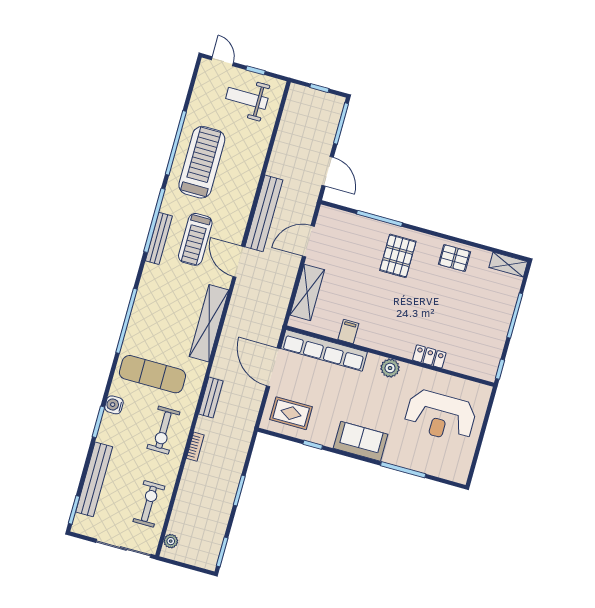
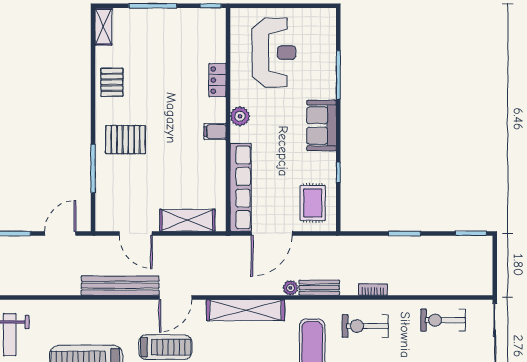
filing cabinet: (348, 332) -> (215, 132), moved
exercise bike: (163, 430) -> (365, 326), turned 180
plant: (171, 541) -> (290, 288), moved

